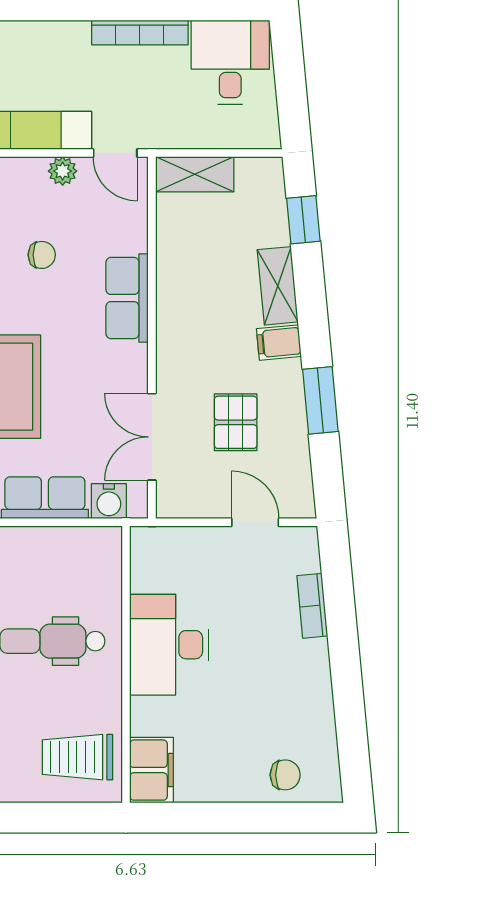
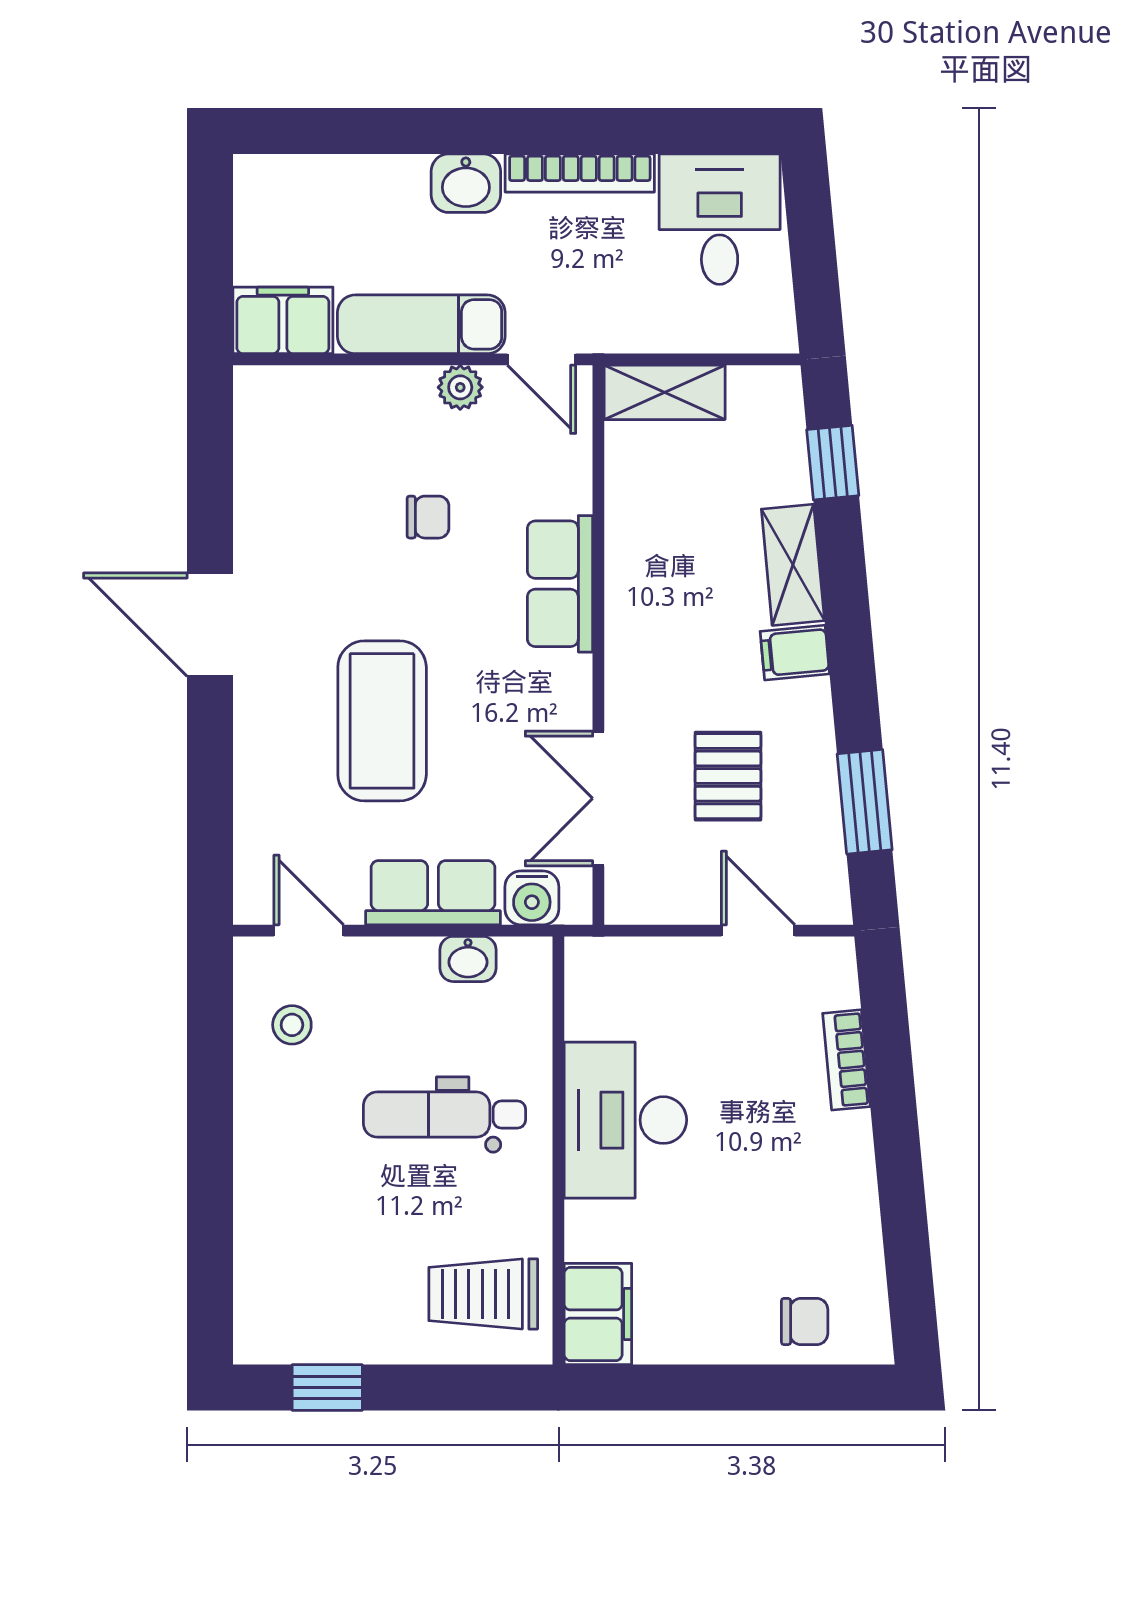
washbasin: (66, 39) -> (466, 183), added
window: (320, 400) -> (865, 802), moved
washbasin: (68, 541) -> (468, 959), added

